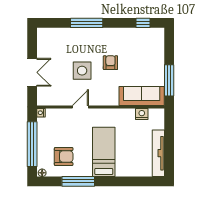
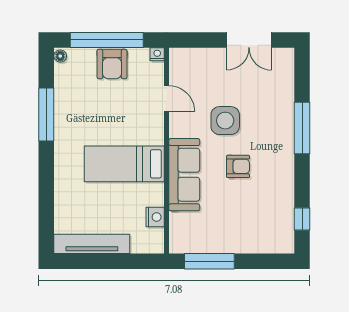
double door: (32, 72) -> (249, 40), moved
sofa: (142, 96) -> (184, 175), moved
door: (80, 107) -> (167, 98), moved
bed: (104, 152) -> (124, 164), moved, turned 180
armchair: (64, 156) -> (112, 64), moved

